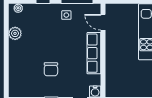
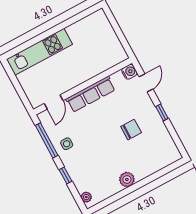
plant: (15, 33) -> (127, 179), moved

